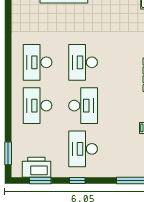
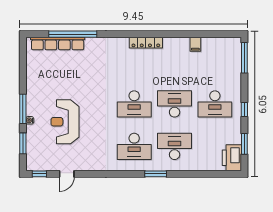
desk: (38, 106) -> (175, 146), turned 180
window: (8, 153) -> (156, 174), moved
printer: (36, 167) -> (232, 158), moved

